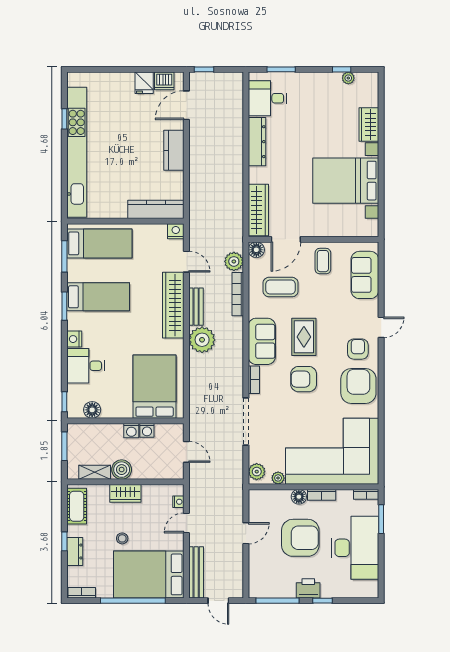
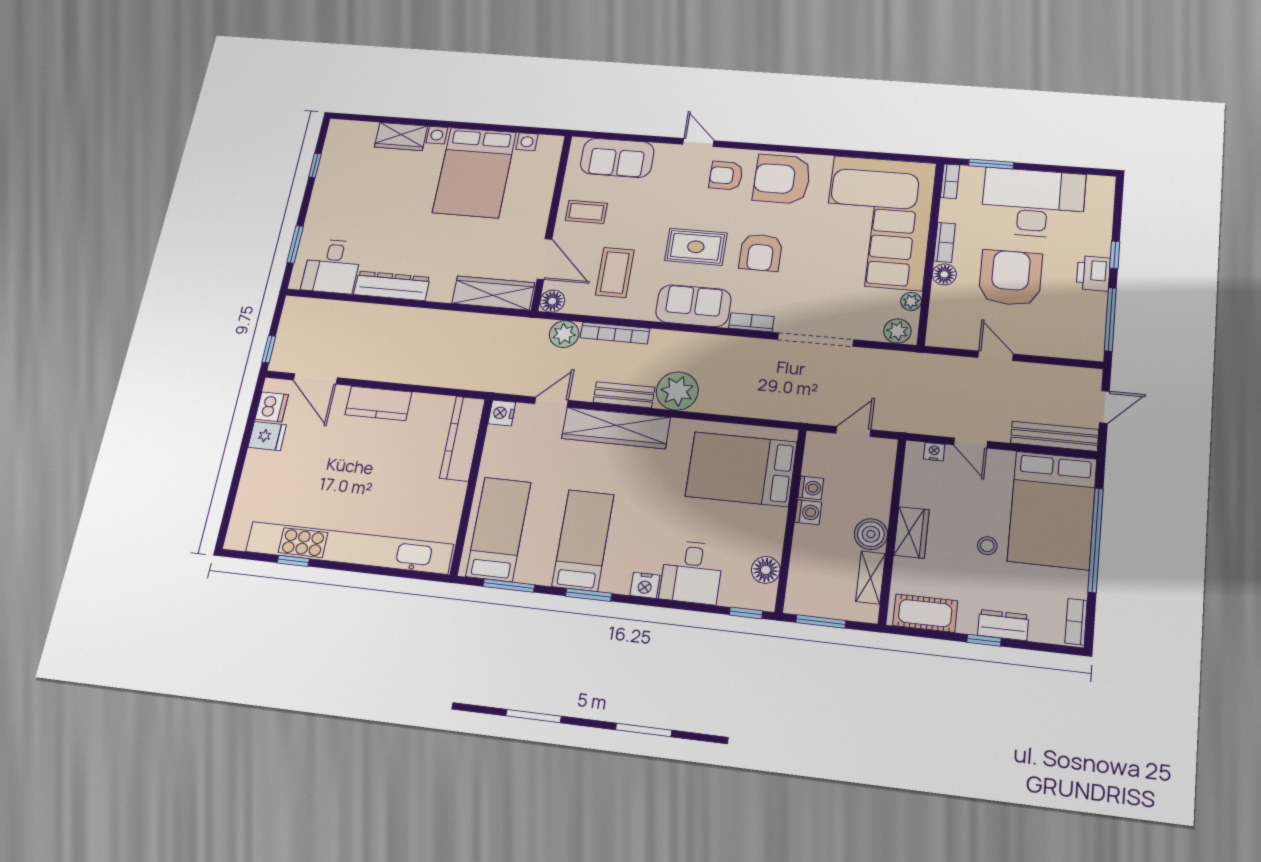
plant: (348, 78) -> (329, 158), removed

